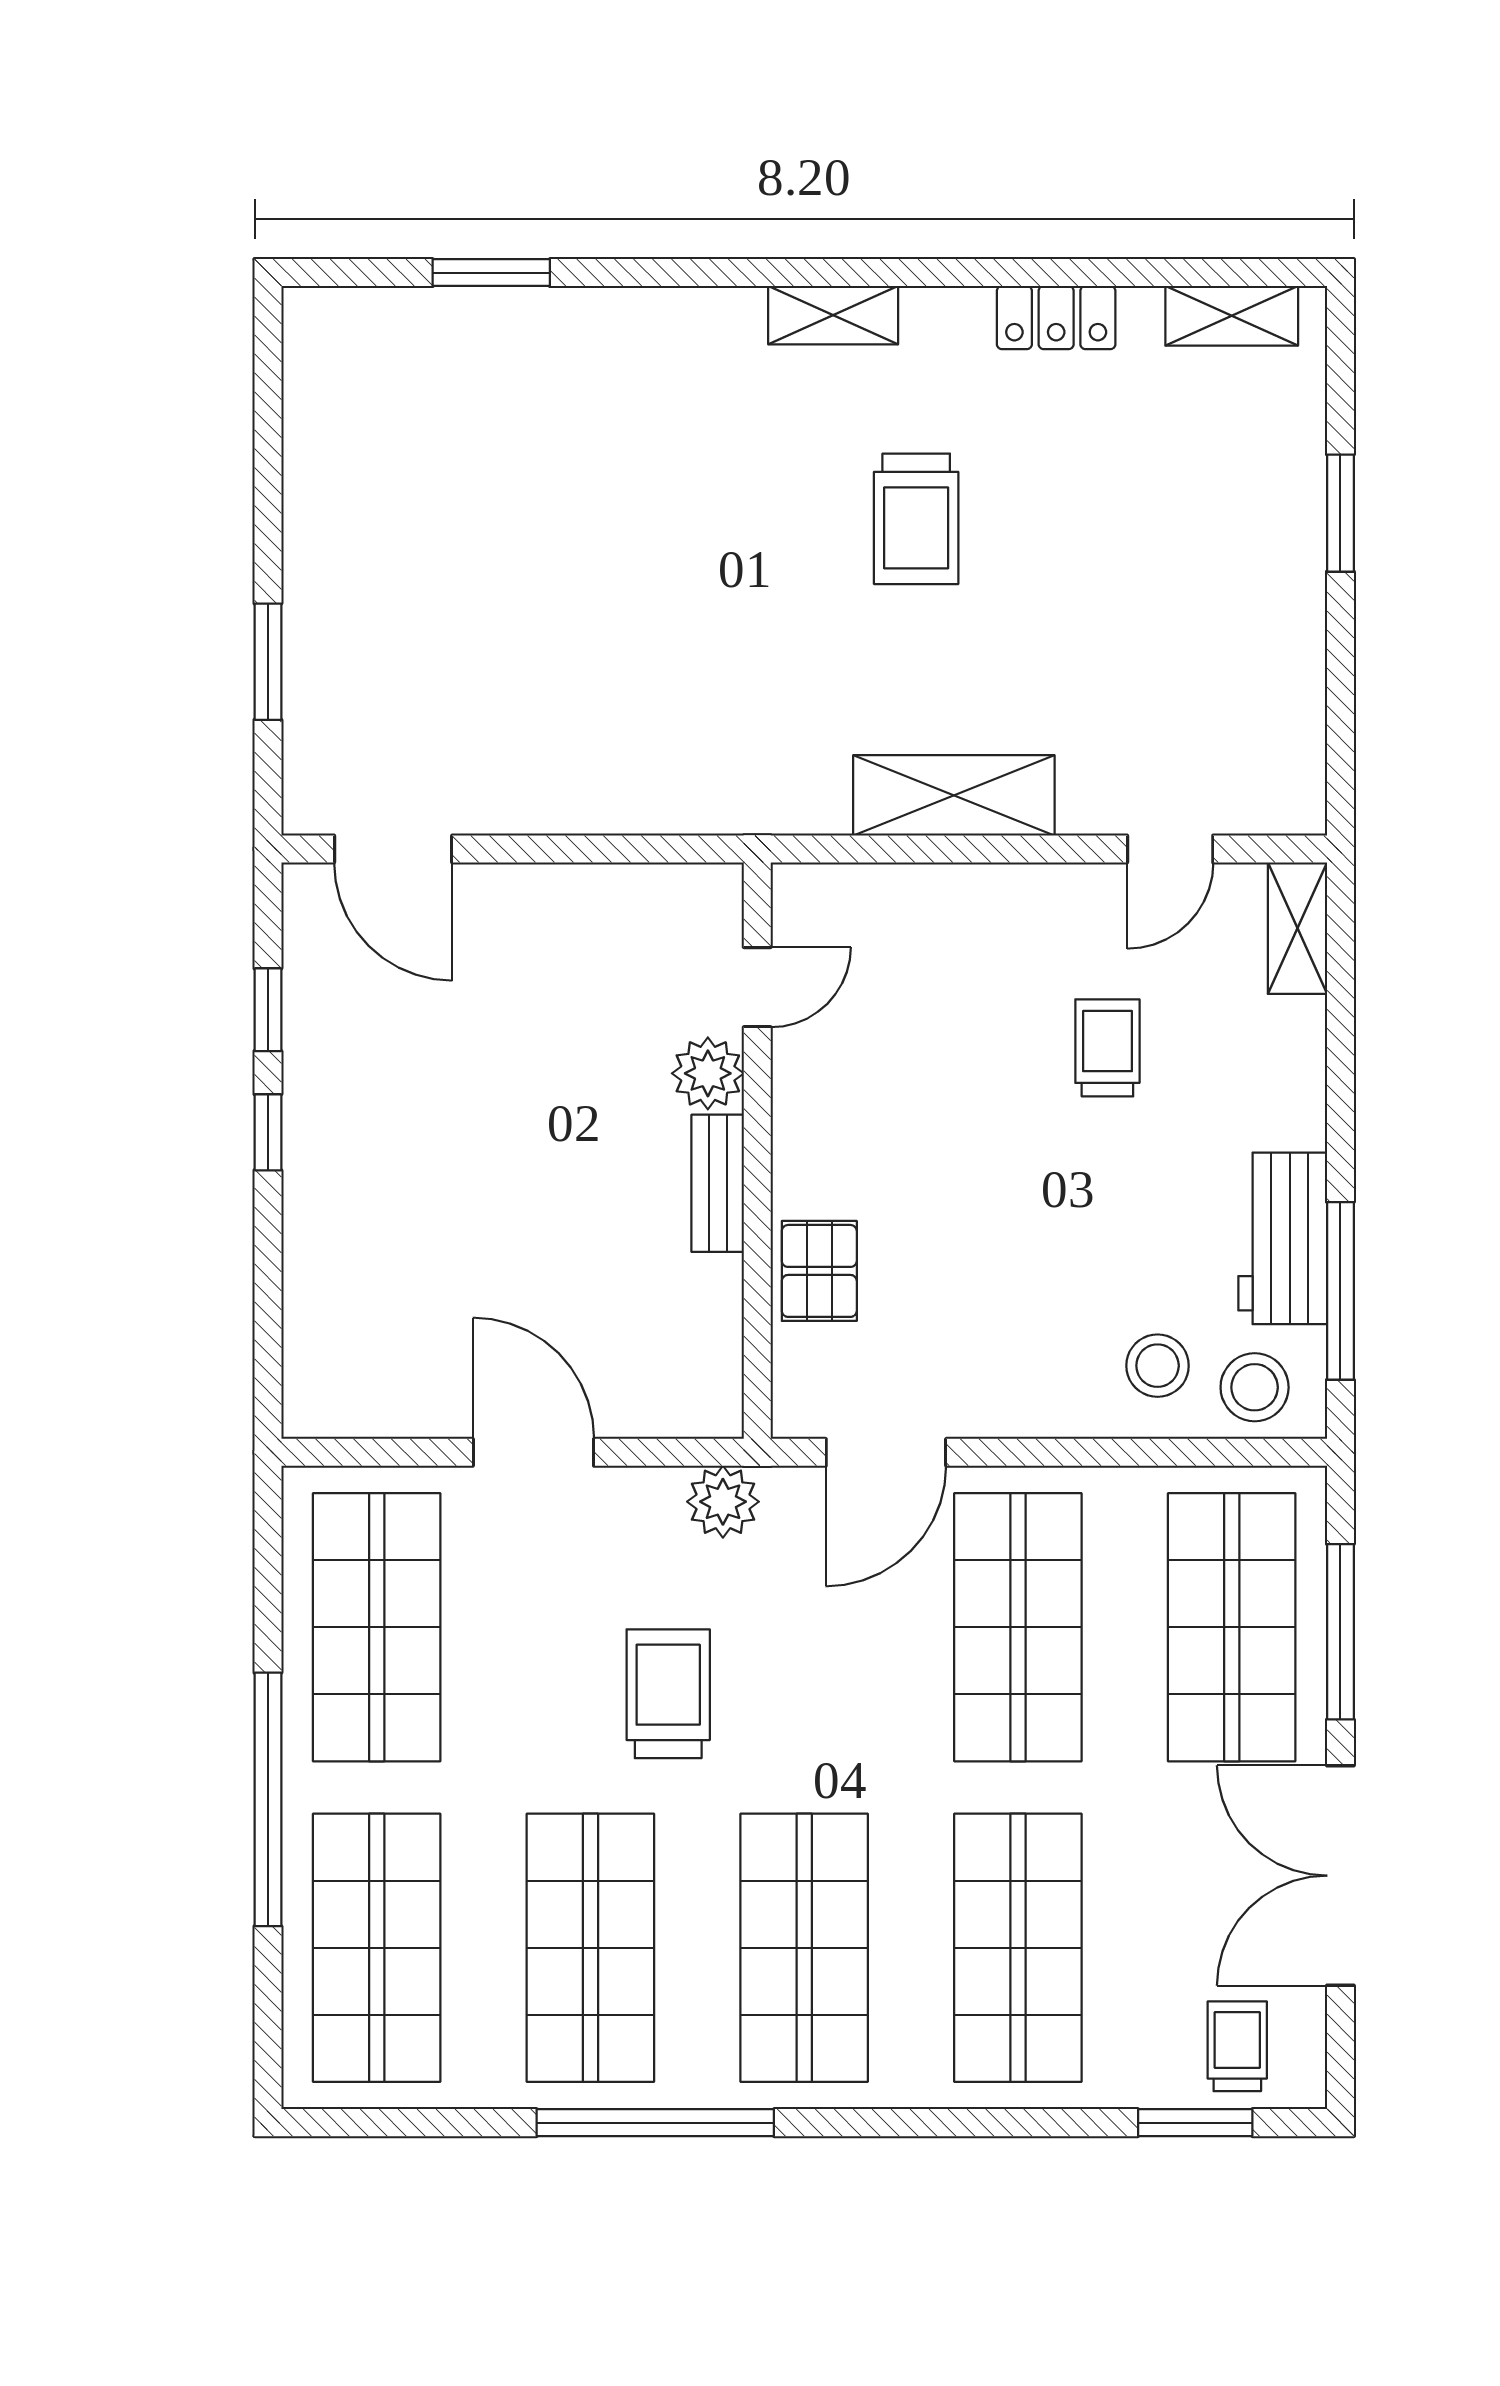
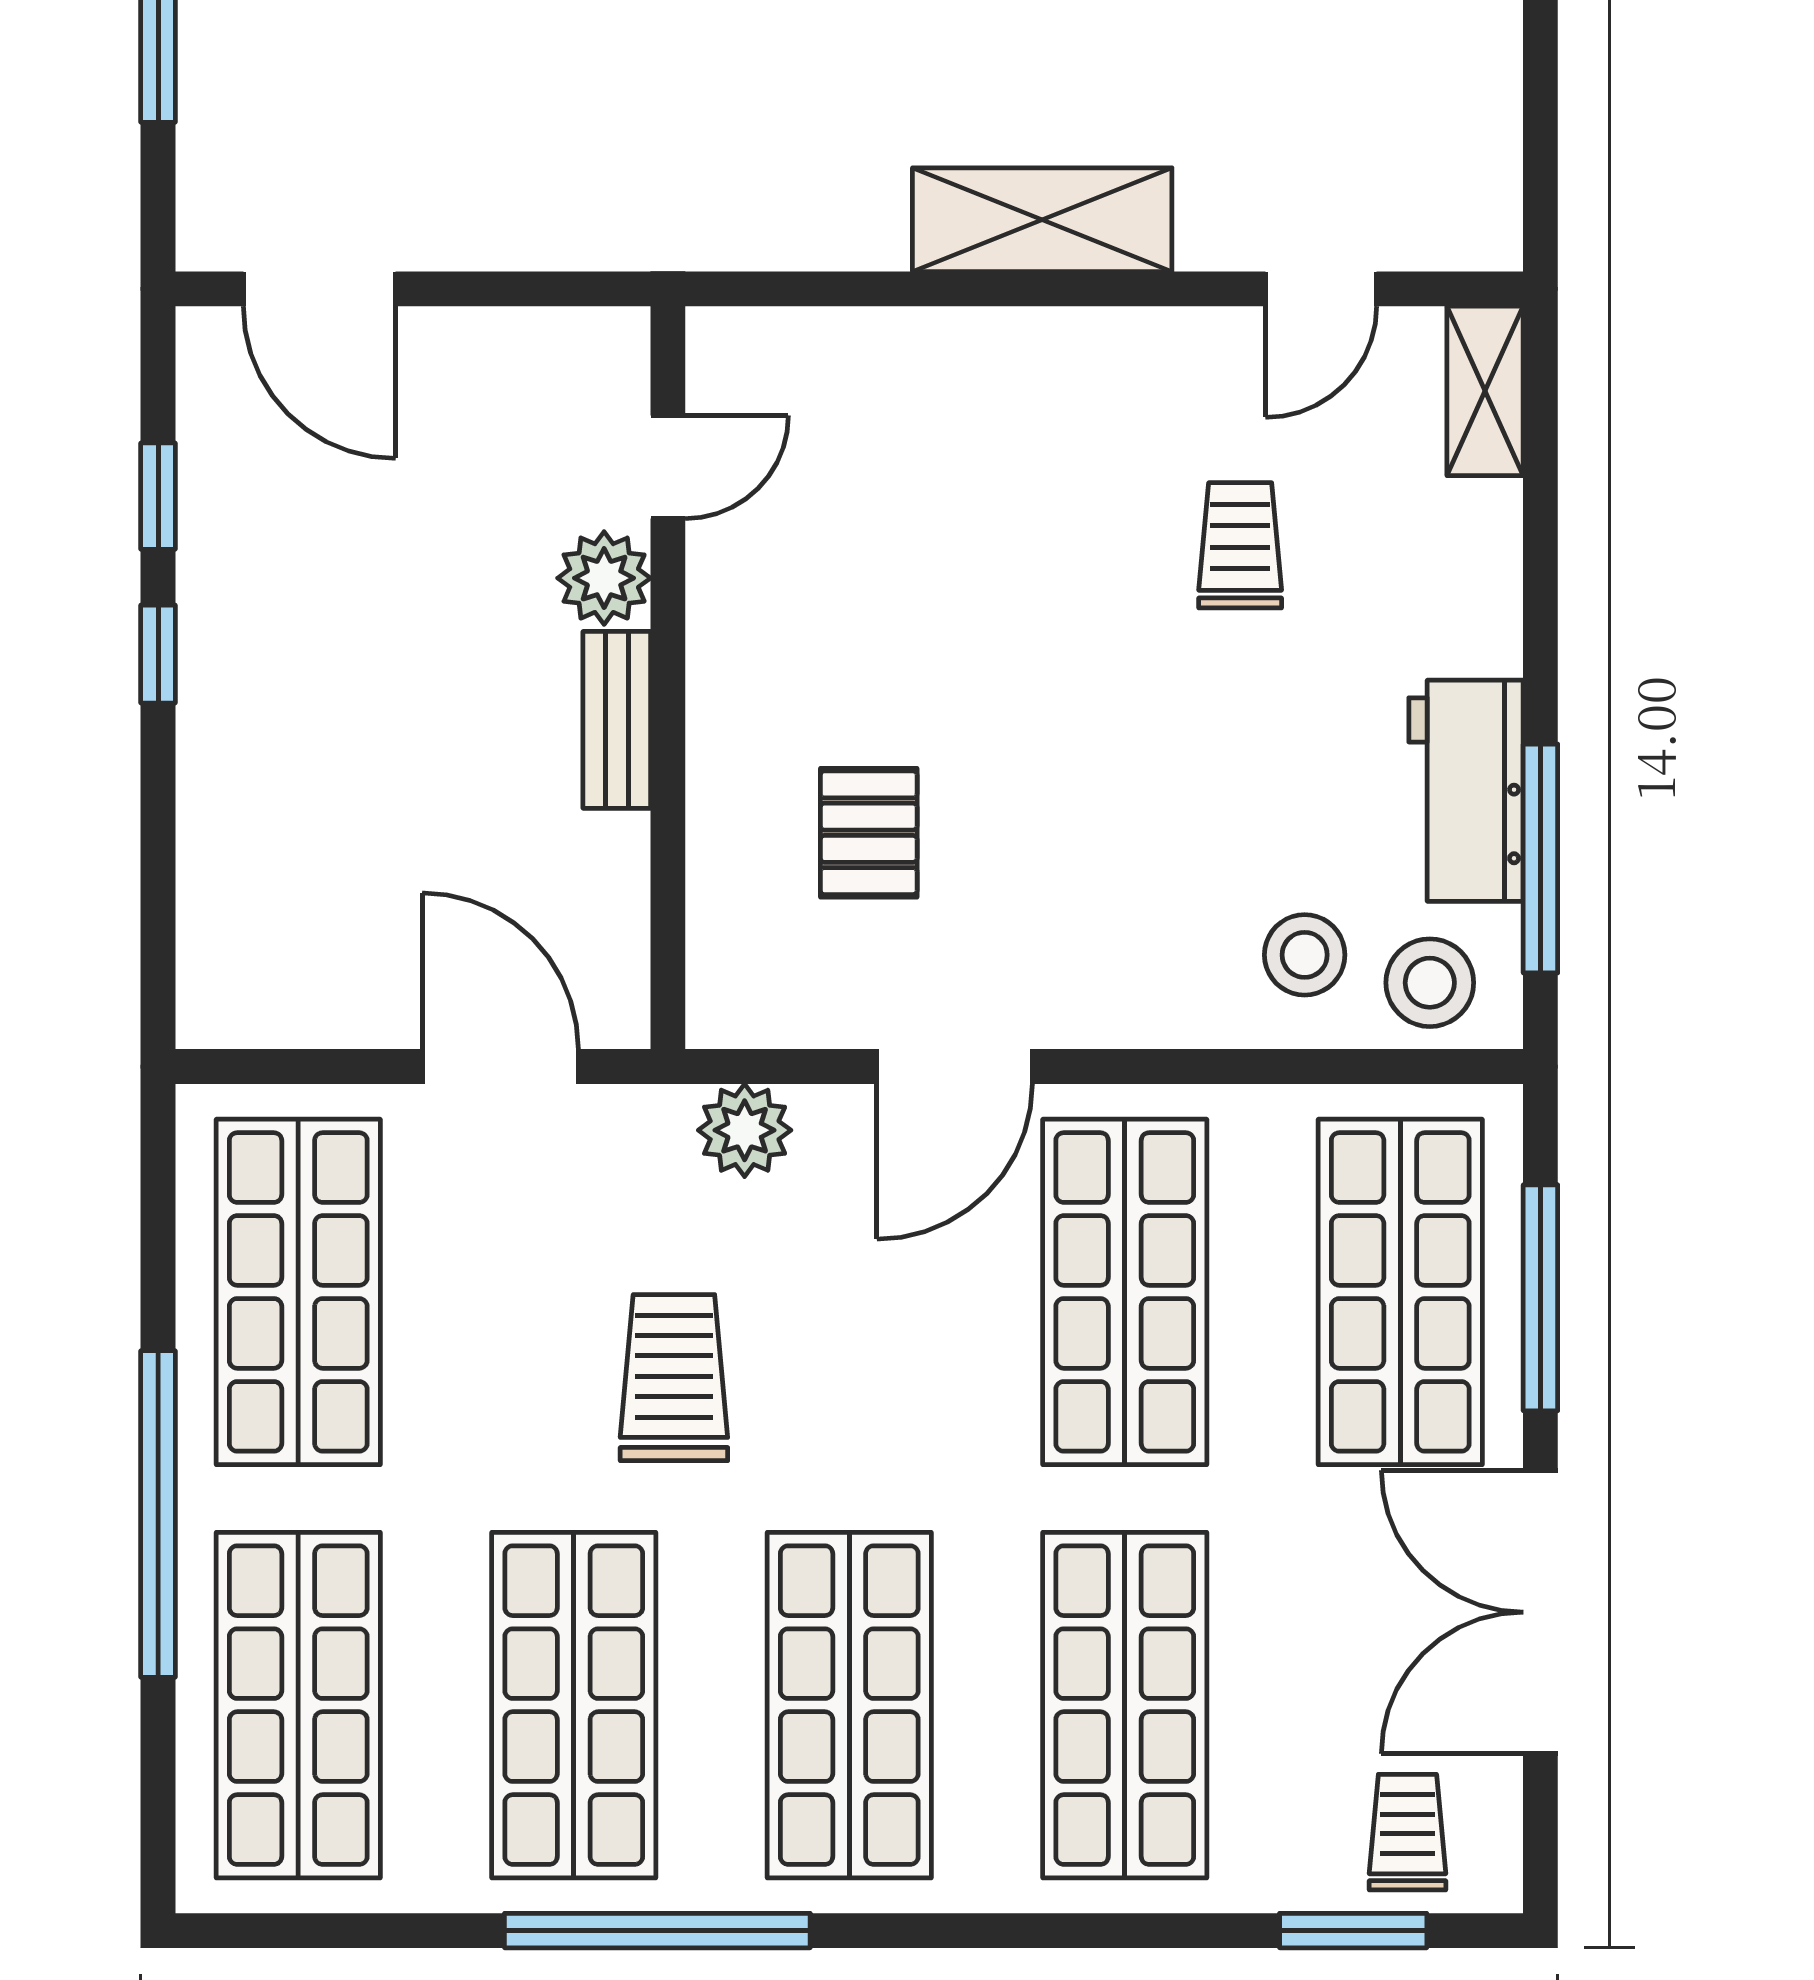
door: (757, 987) -> (668, 467), moved
plant: (708, 1073) -> (604, 578), moved
wall: (757, 1151) -> (668, 678), moved
bench: (718, 1183) -> (617, 720), moved

